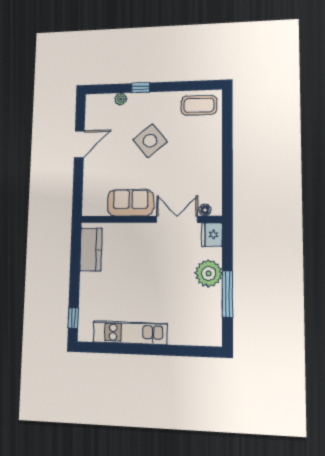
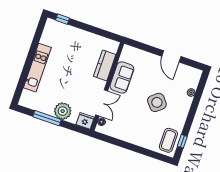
window: (141, 88) -> (182, 141), moved
kitchen counter: (91, 249) -> (105, 65), moved, turned 90
kitchen unit: (130, 333) -> (37, 68), moved

